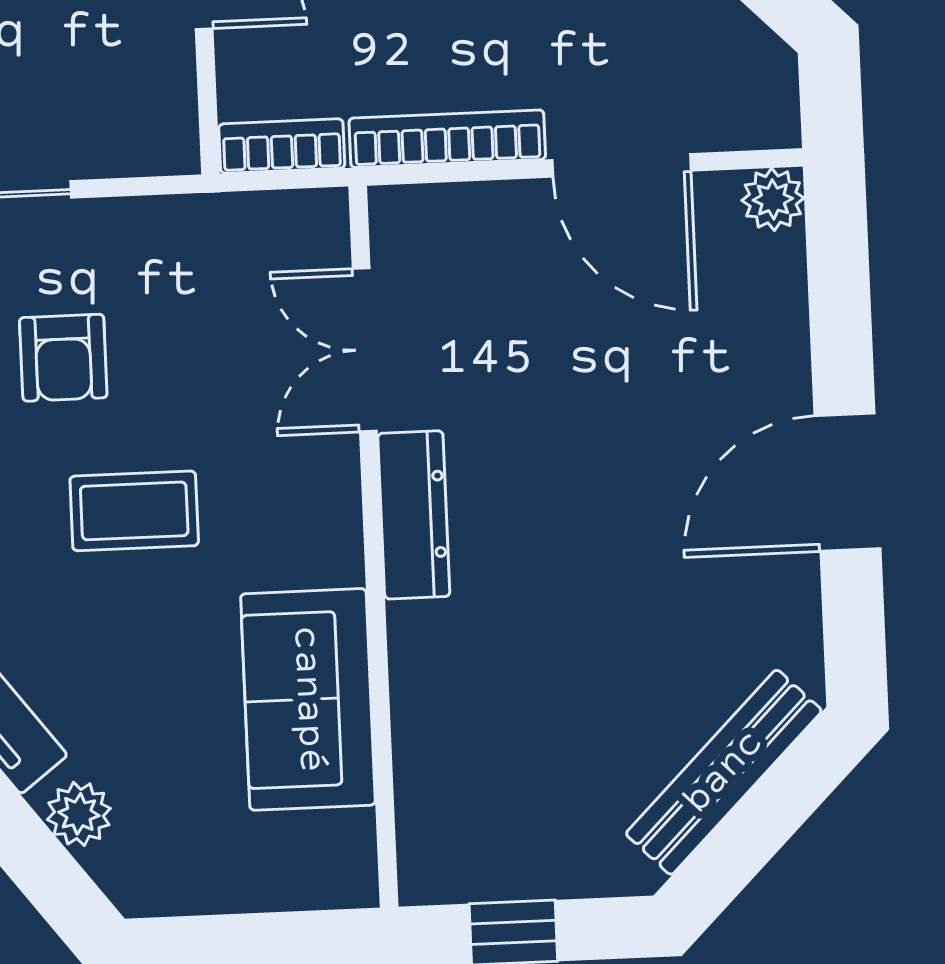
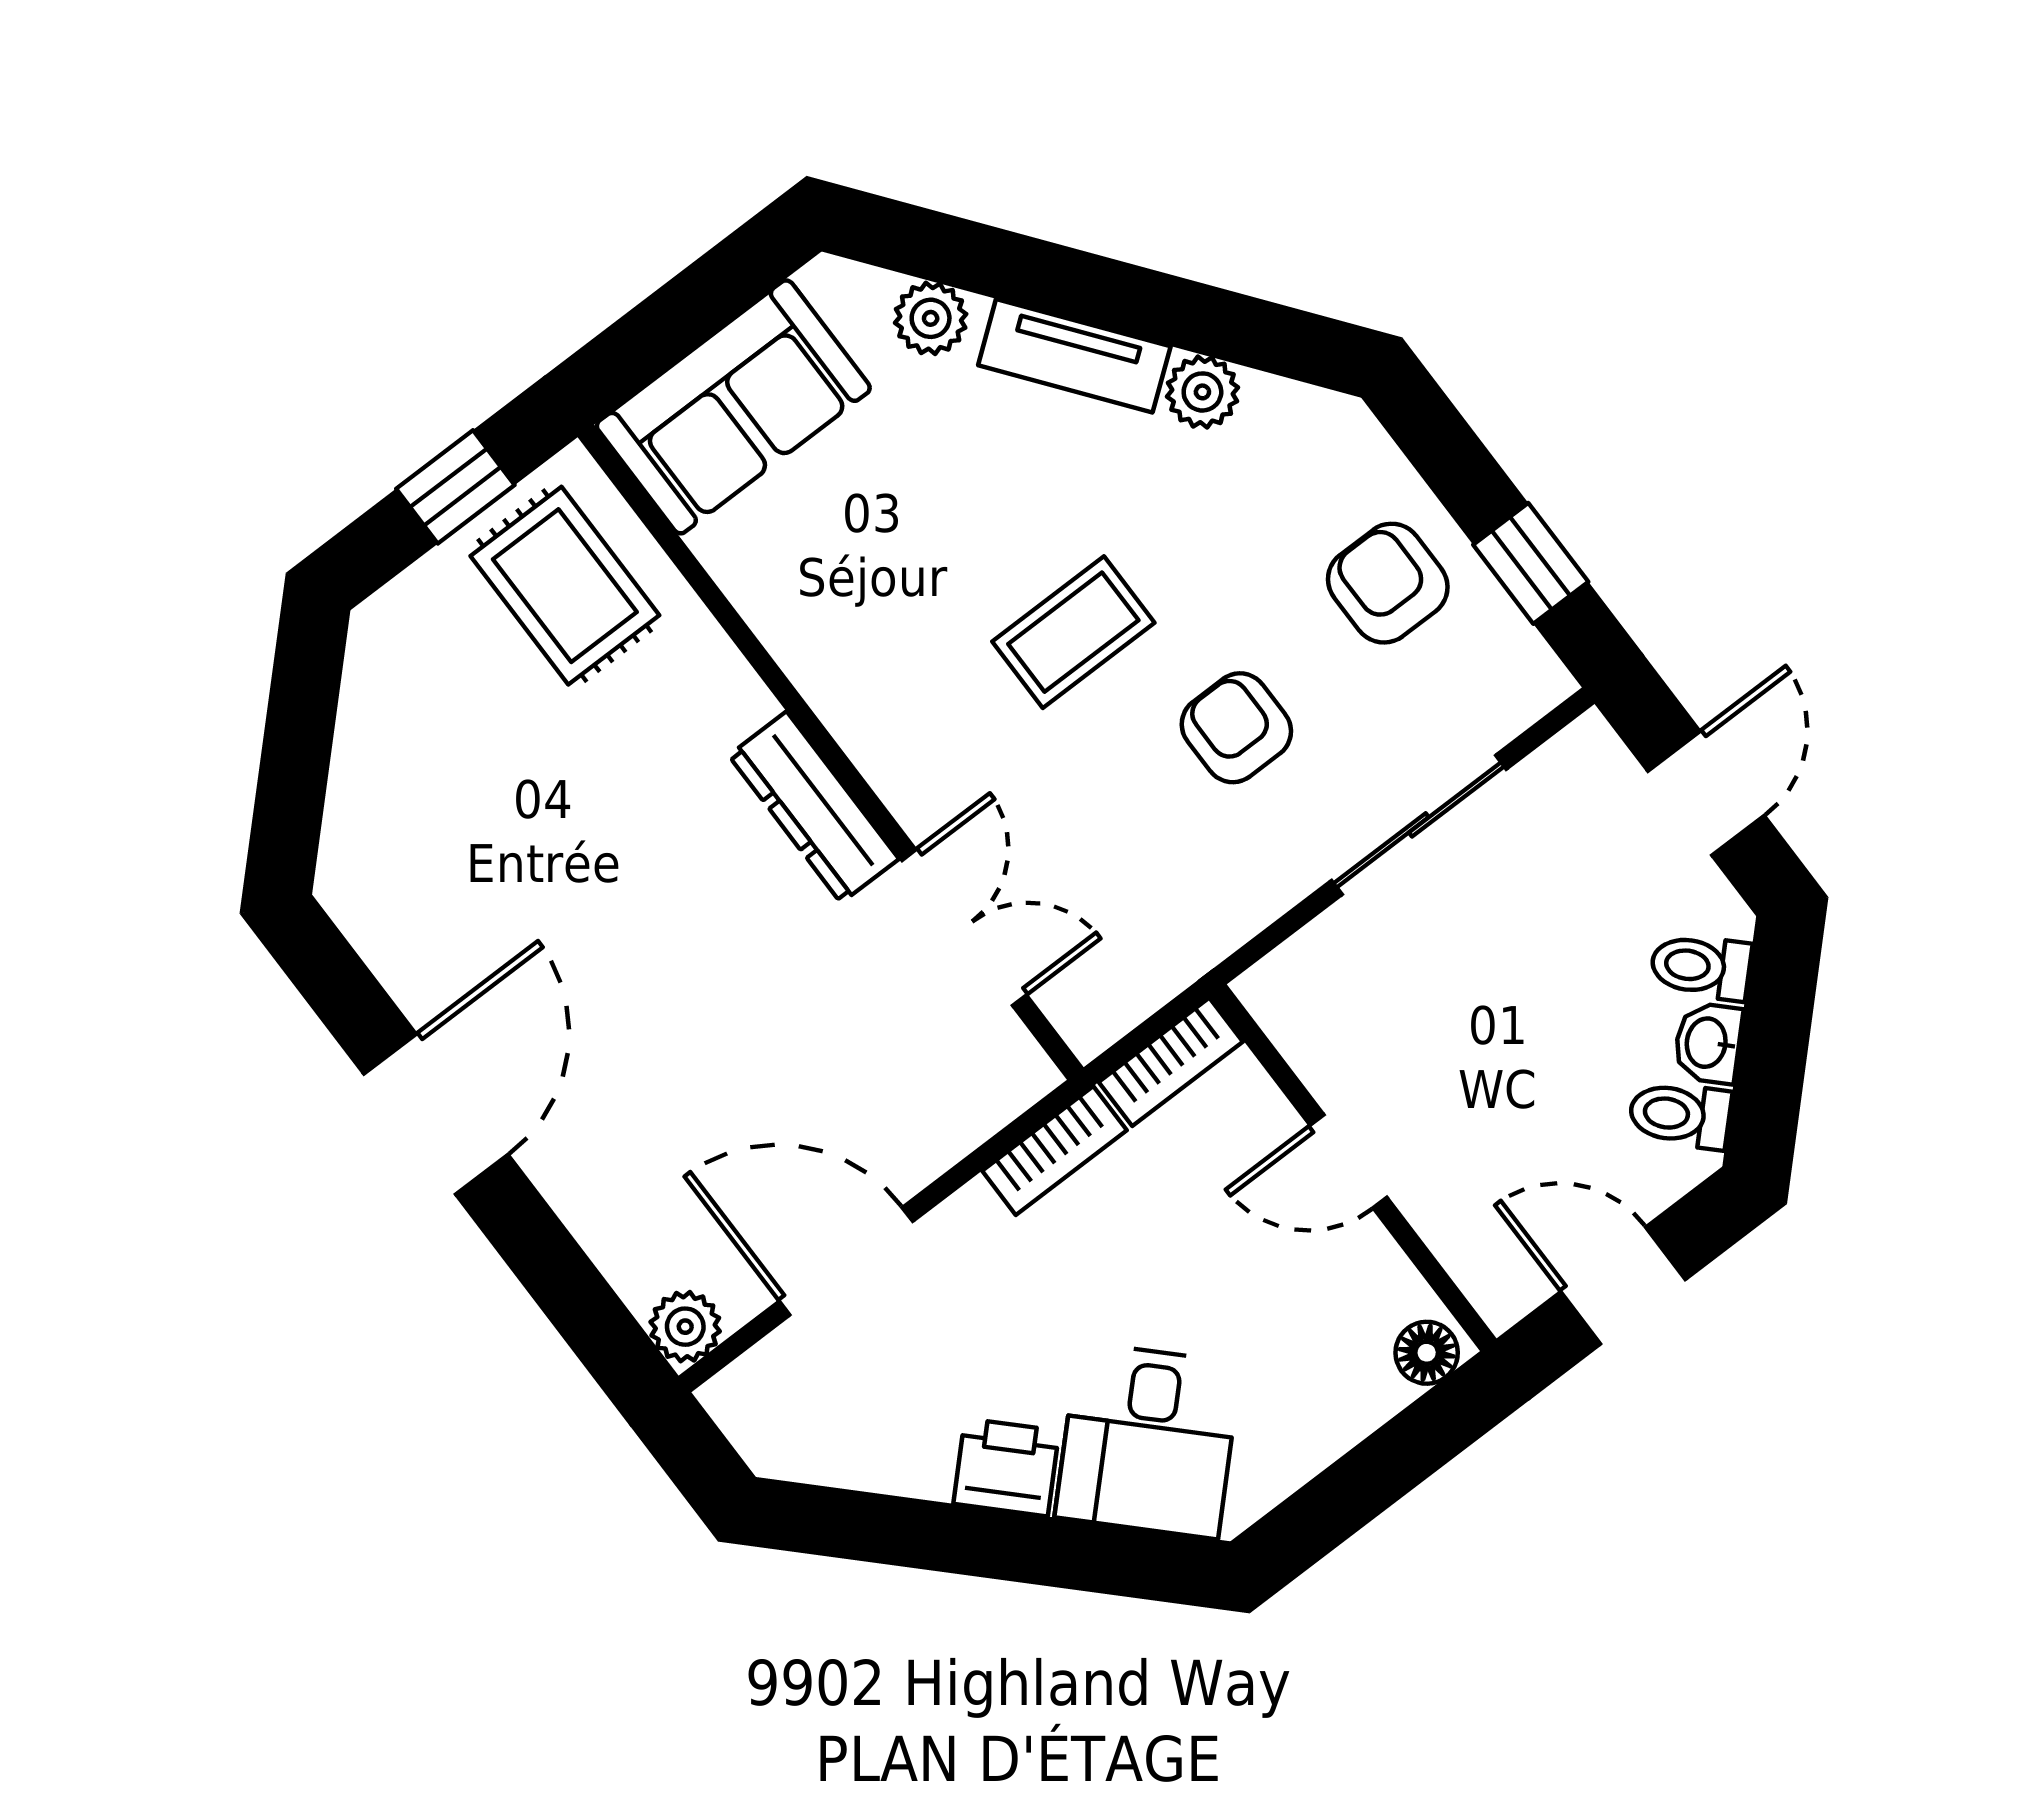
bookcase: (447, 139) -> (1055, 1151), width x0.64
sofa: (308, 699) -> (733, 407), moved, turned 90
bench: (724, 772) -> (364, 769), removed
rug: (483, 804) -> (565, 586), added

